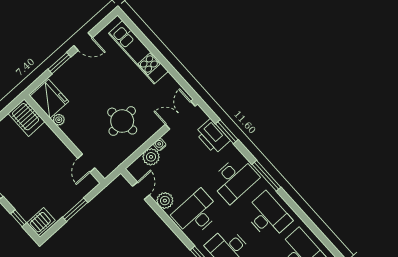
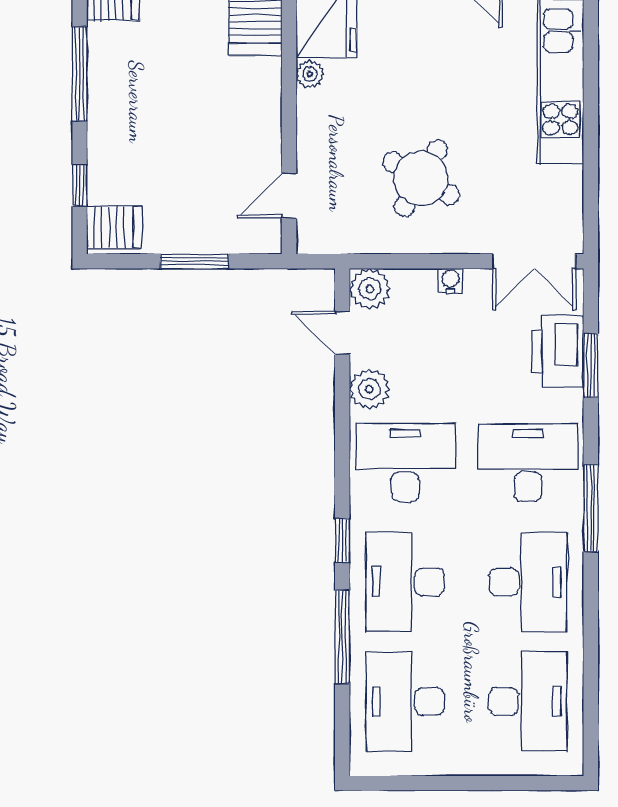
double door: (180, 115) -> (534, 261), swing flipped
round table: (122, 121) -> (421, 178), turned 37
plant: (151, 157) -> (370, 289), moved
desk: (234, 179) -> (528, 462), turned 180
door: (141, 191) -> (342, 333), swing flipped

